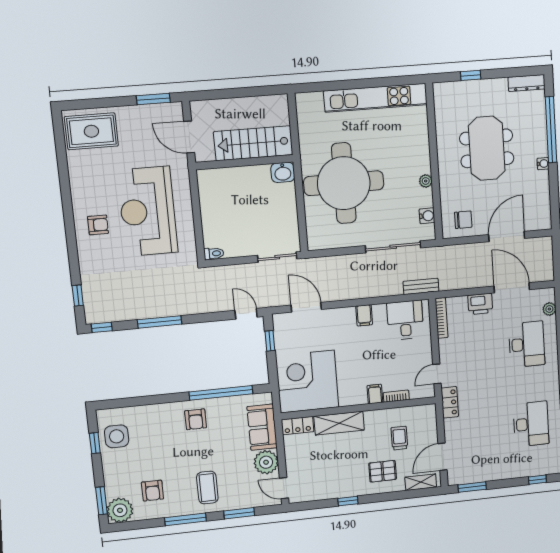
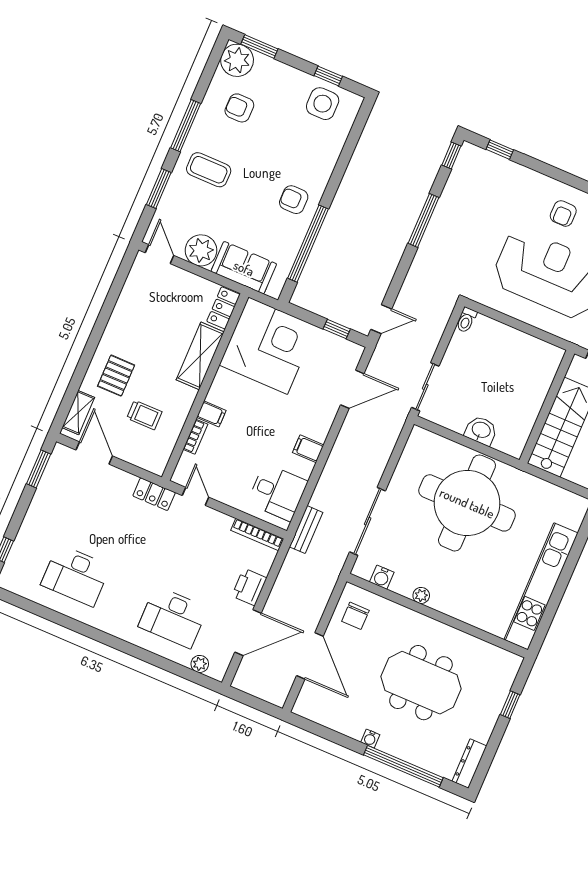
washbasin: (283, 172) -> (481, 430), moved, turned 90
door: (284, 488) -> (160, 254), hinge flipped
window: (348, 501) -> (103, 318), removed

